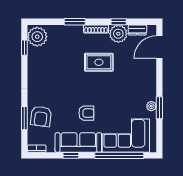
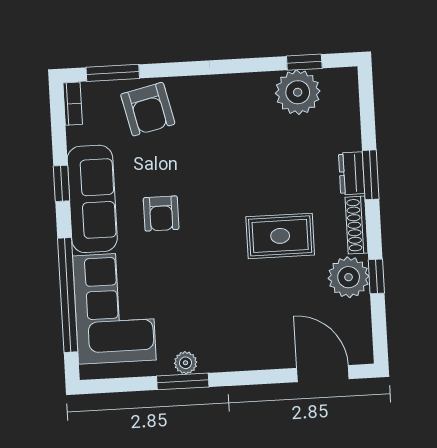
dresser: (137, 30) -> (352, 173), moved
plant: (37, 37) -> (298, 92), moved
rug: (99, 62) -> (280, 236), turned 90
armchair: (41, 116) -> (148, 109), turned -110
window: (24, 118) -> (113, 73), moved

